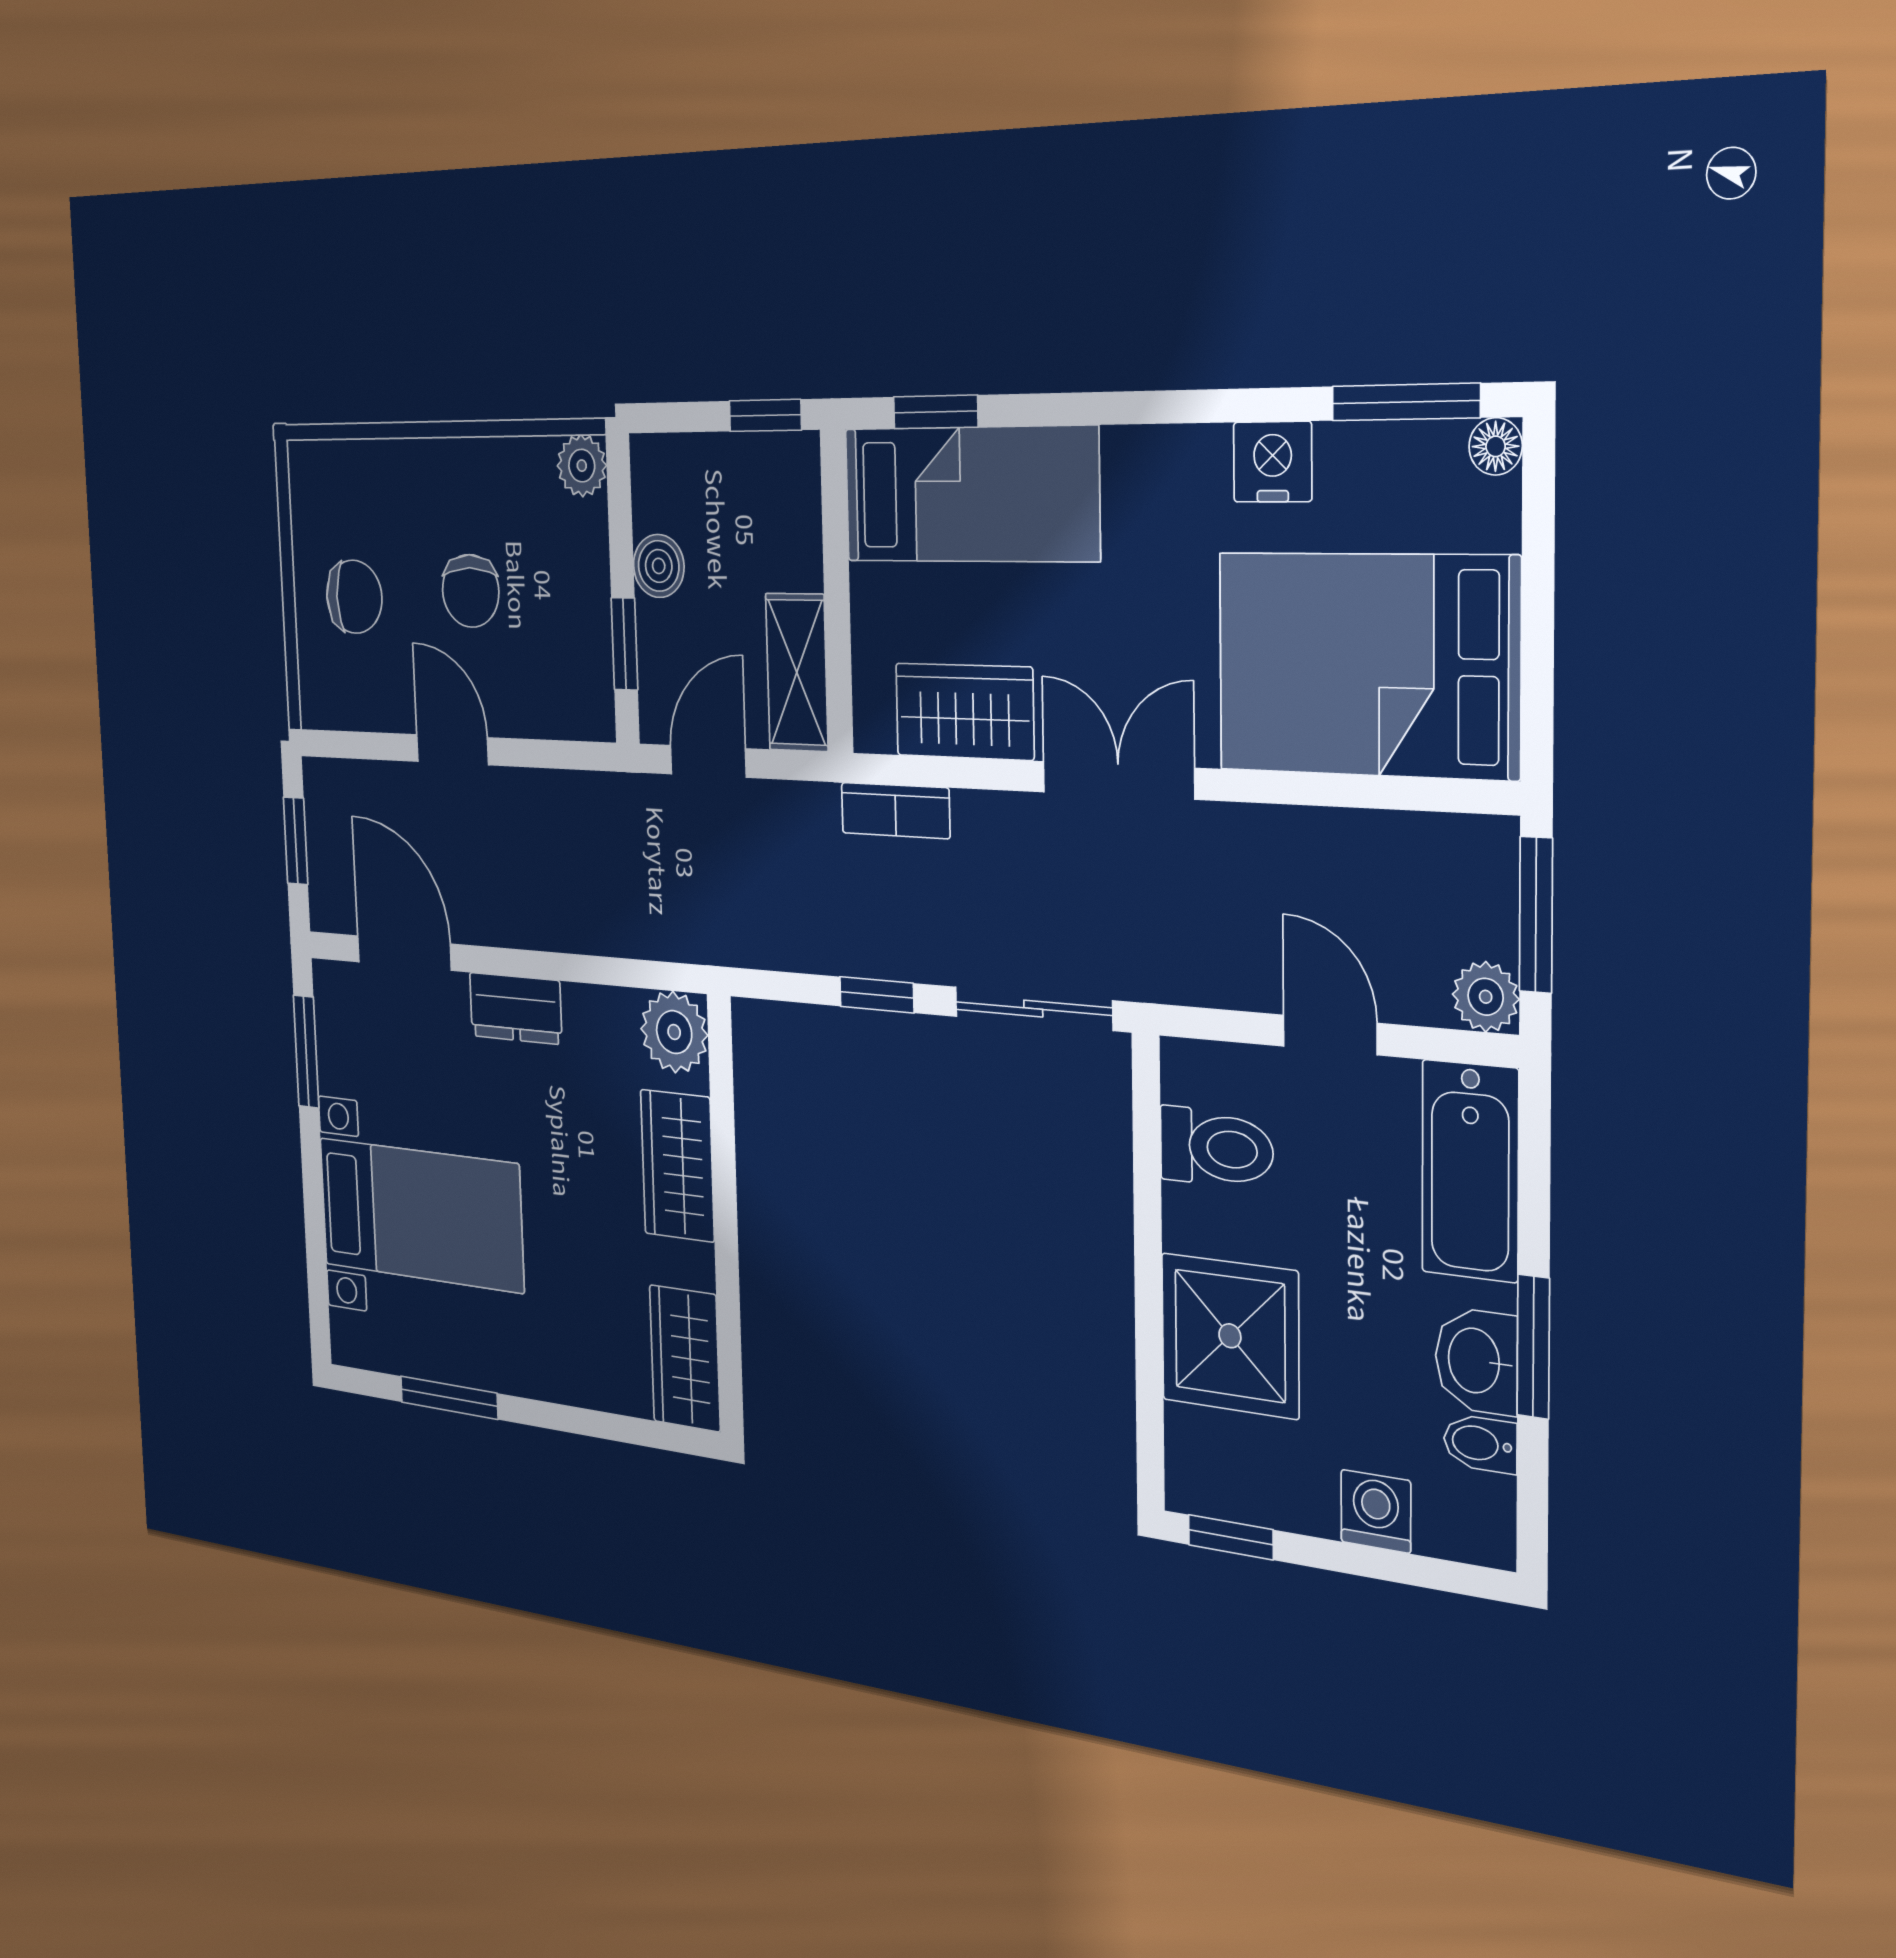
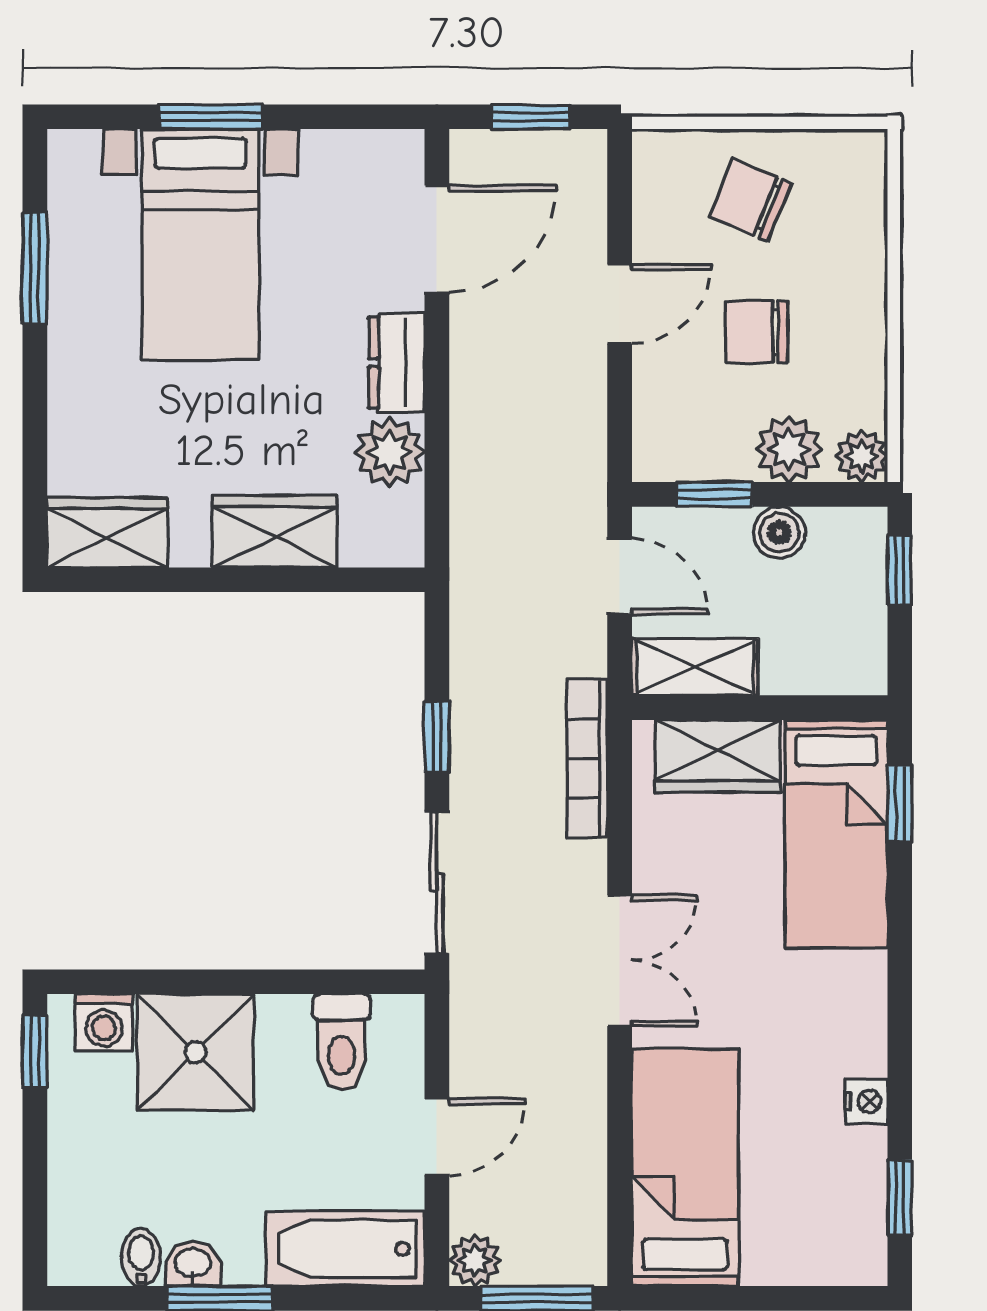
window: (1406, 402) -> (900, 1198), width x0.67
window: (765, 415) -> (900, 570), moved
floor lamp: (1496, 446) -> (868, 1266), removed
nightstand: (1273, 462) -> (866, 1101), width x0.72, depth x0.74
plant: (578, 554) -> (789, 449), added
chair: (354, 597) -> (750, 200), turned 113
bed: (1367, 665) -> (685, 1168), width x0.67
wardrobe: (964, 711) -> (718, 756), moved, turned 90
bookcase: (895, 811) -> (587, 758), width x1.56
plant: (674, 1032) -> (390, 452), moved
window: (306, 1052) -> (211, 117), moved
washbasin: (1476, 1361) -> (193, 1264), width x0.72, depth x0.69
washing machine: (1376, 1511) -> (104, 1022), moved, turned 90

